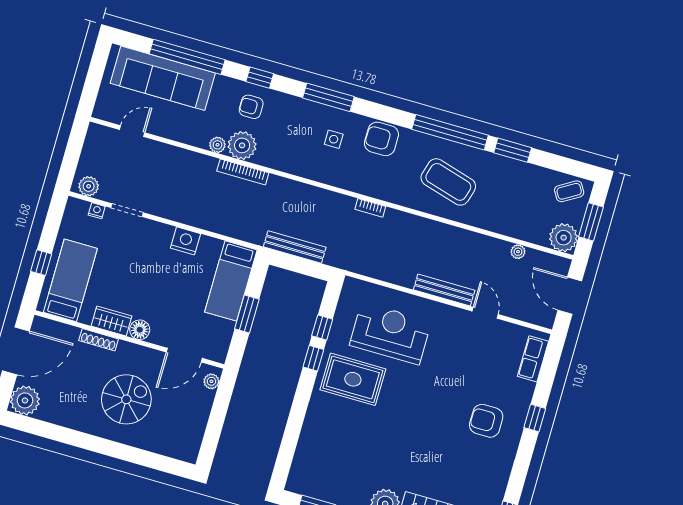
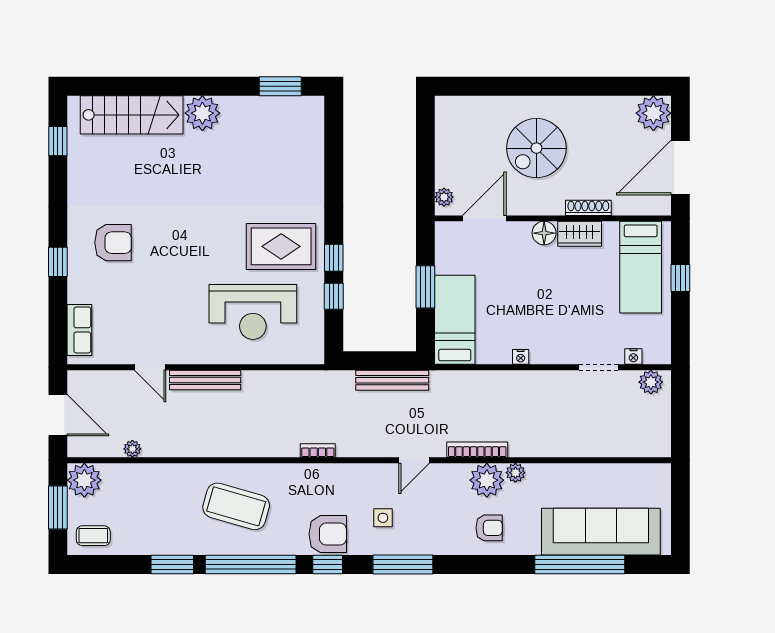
window: (260, 78) -> (328, 565), moved
door: (132, 131) -> (414, 460), moved
coffee table: (569, 191) -> (93, 536), turned 31
nightstand: (185, 241) -> (521, 357), width x0.53, depth x0.56

